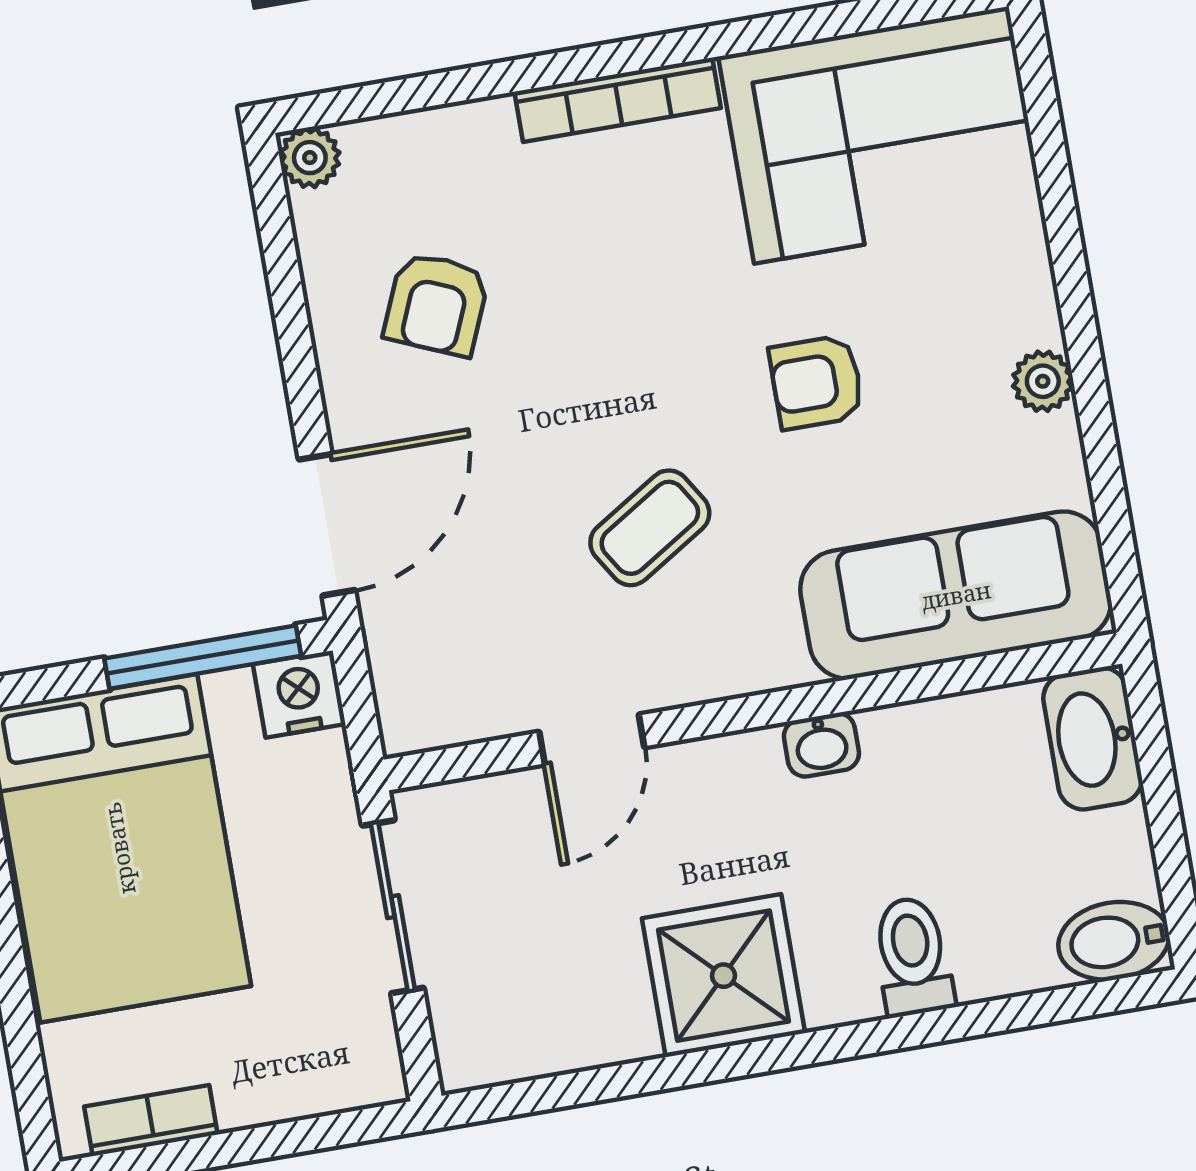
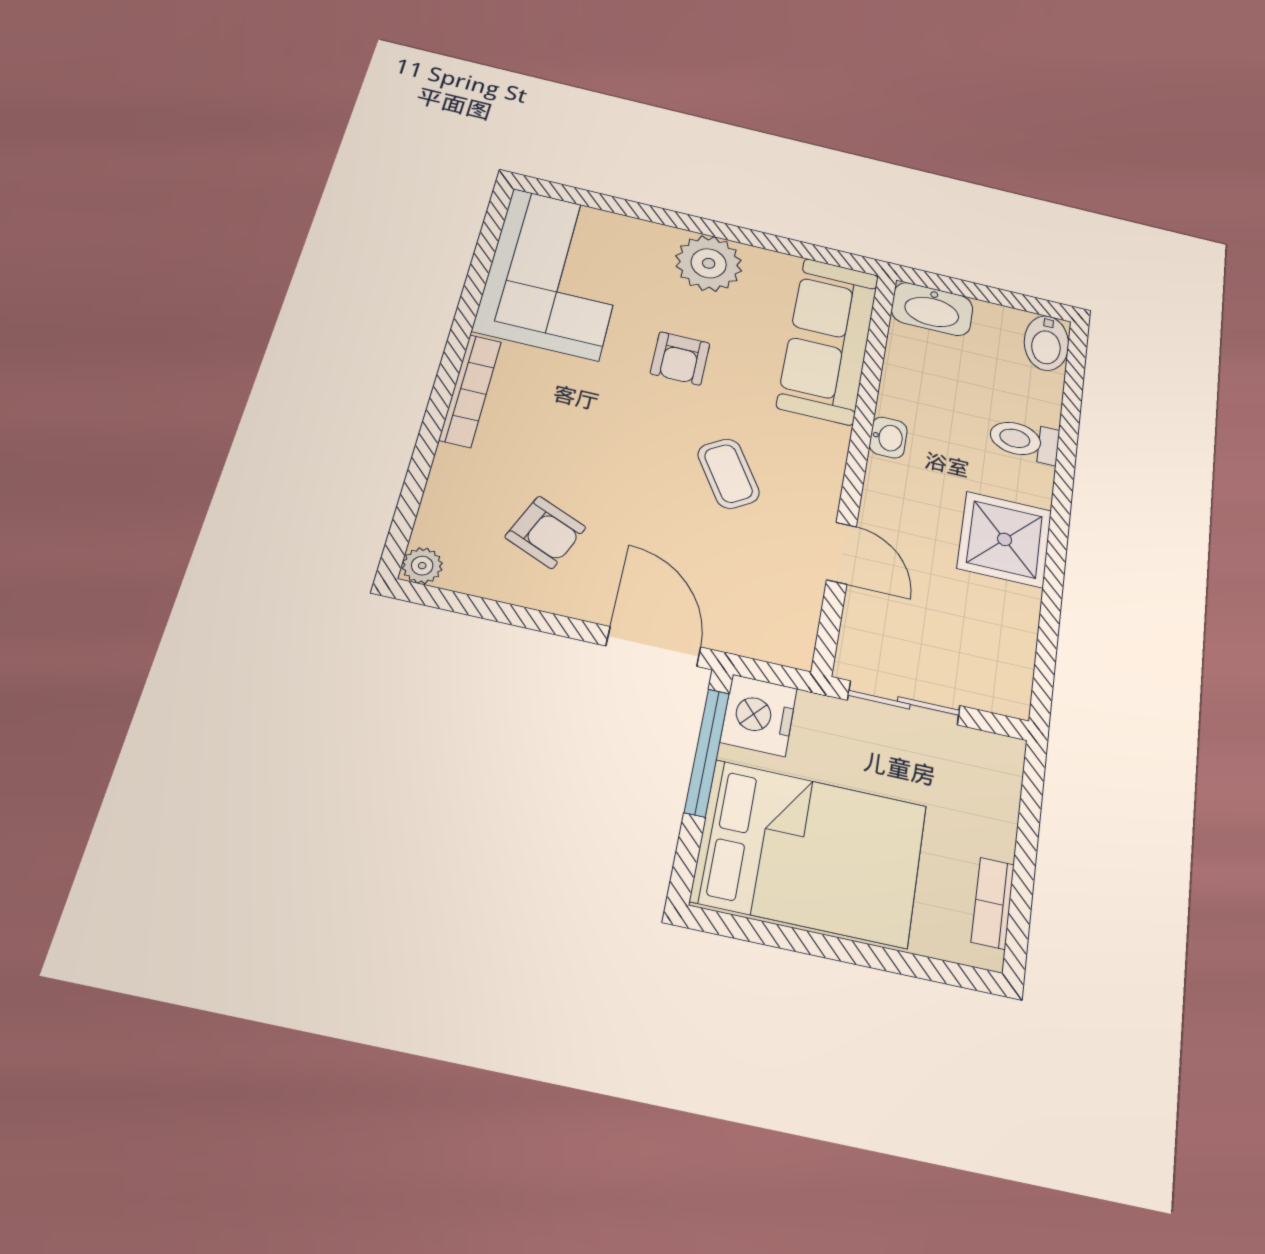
plant: (1043, 381) -> (709, 263), width x1.87, depth x1.87
nightstand: (299, 694) -> (759, 715), width x1.36, depth x1.33

